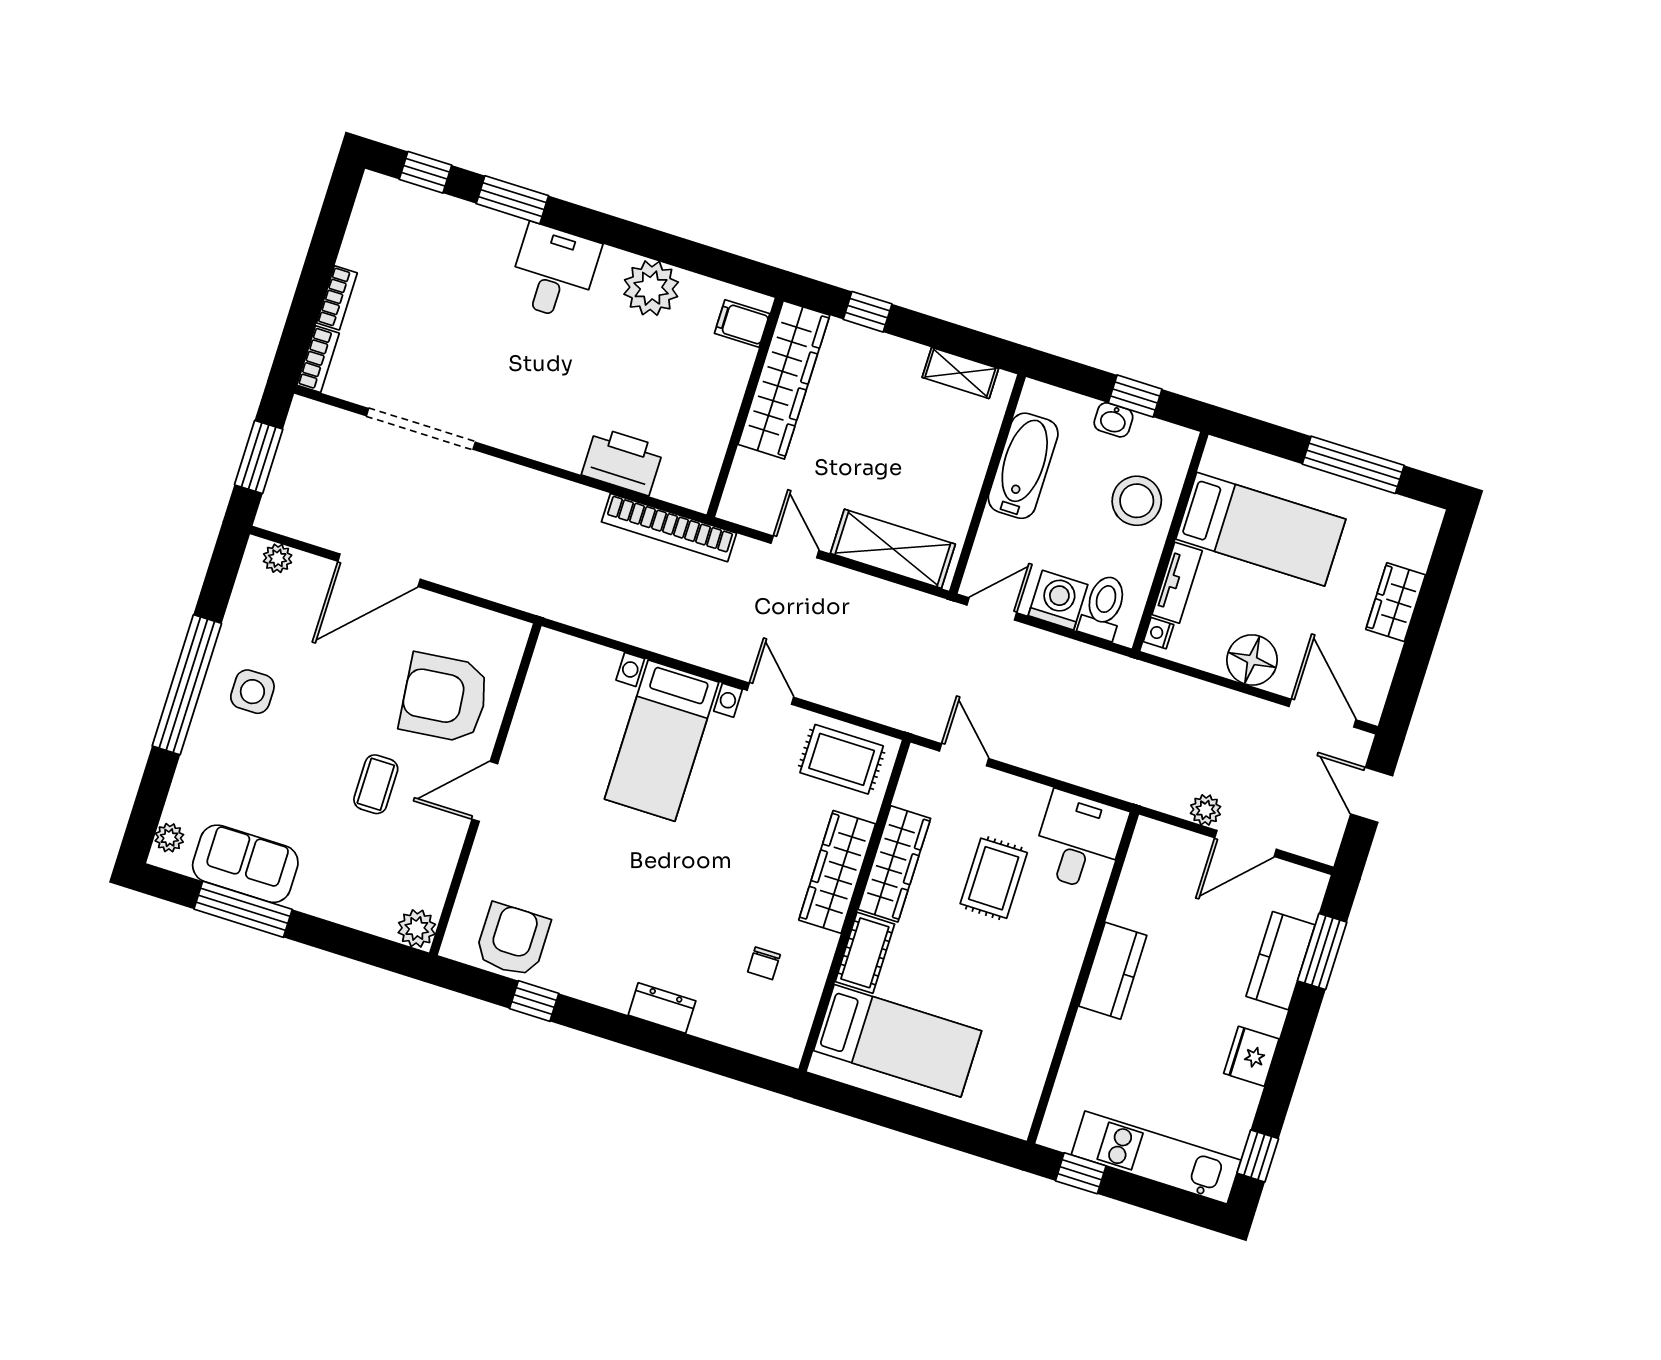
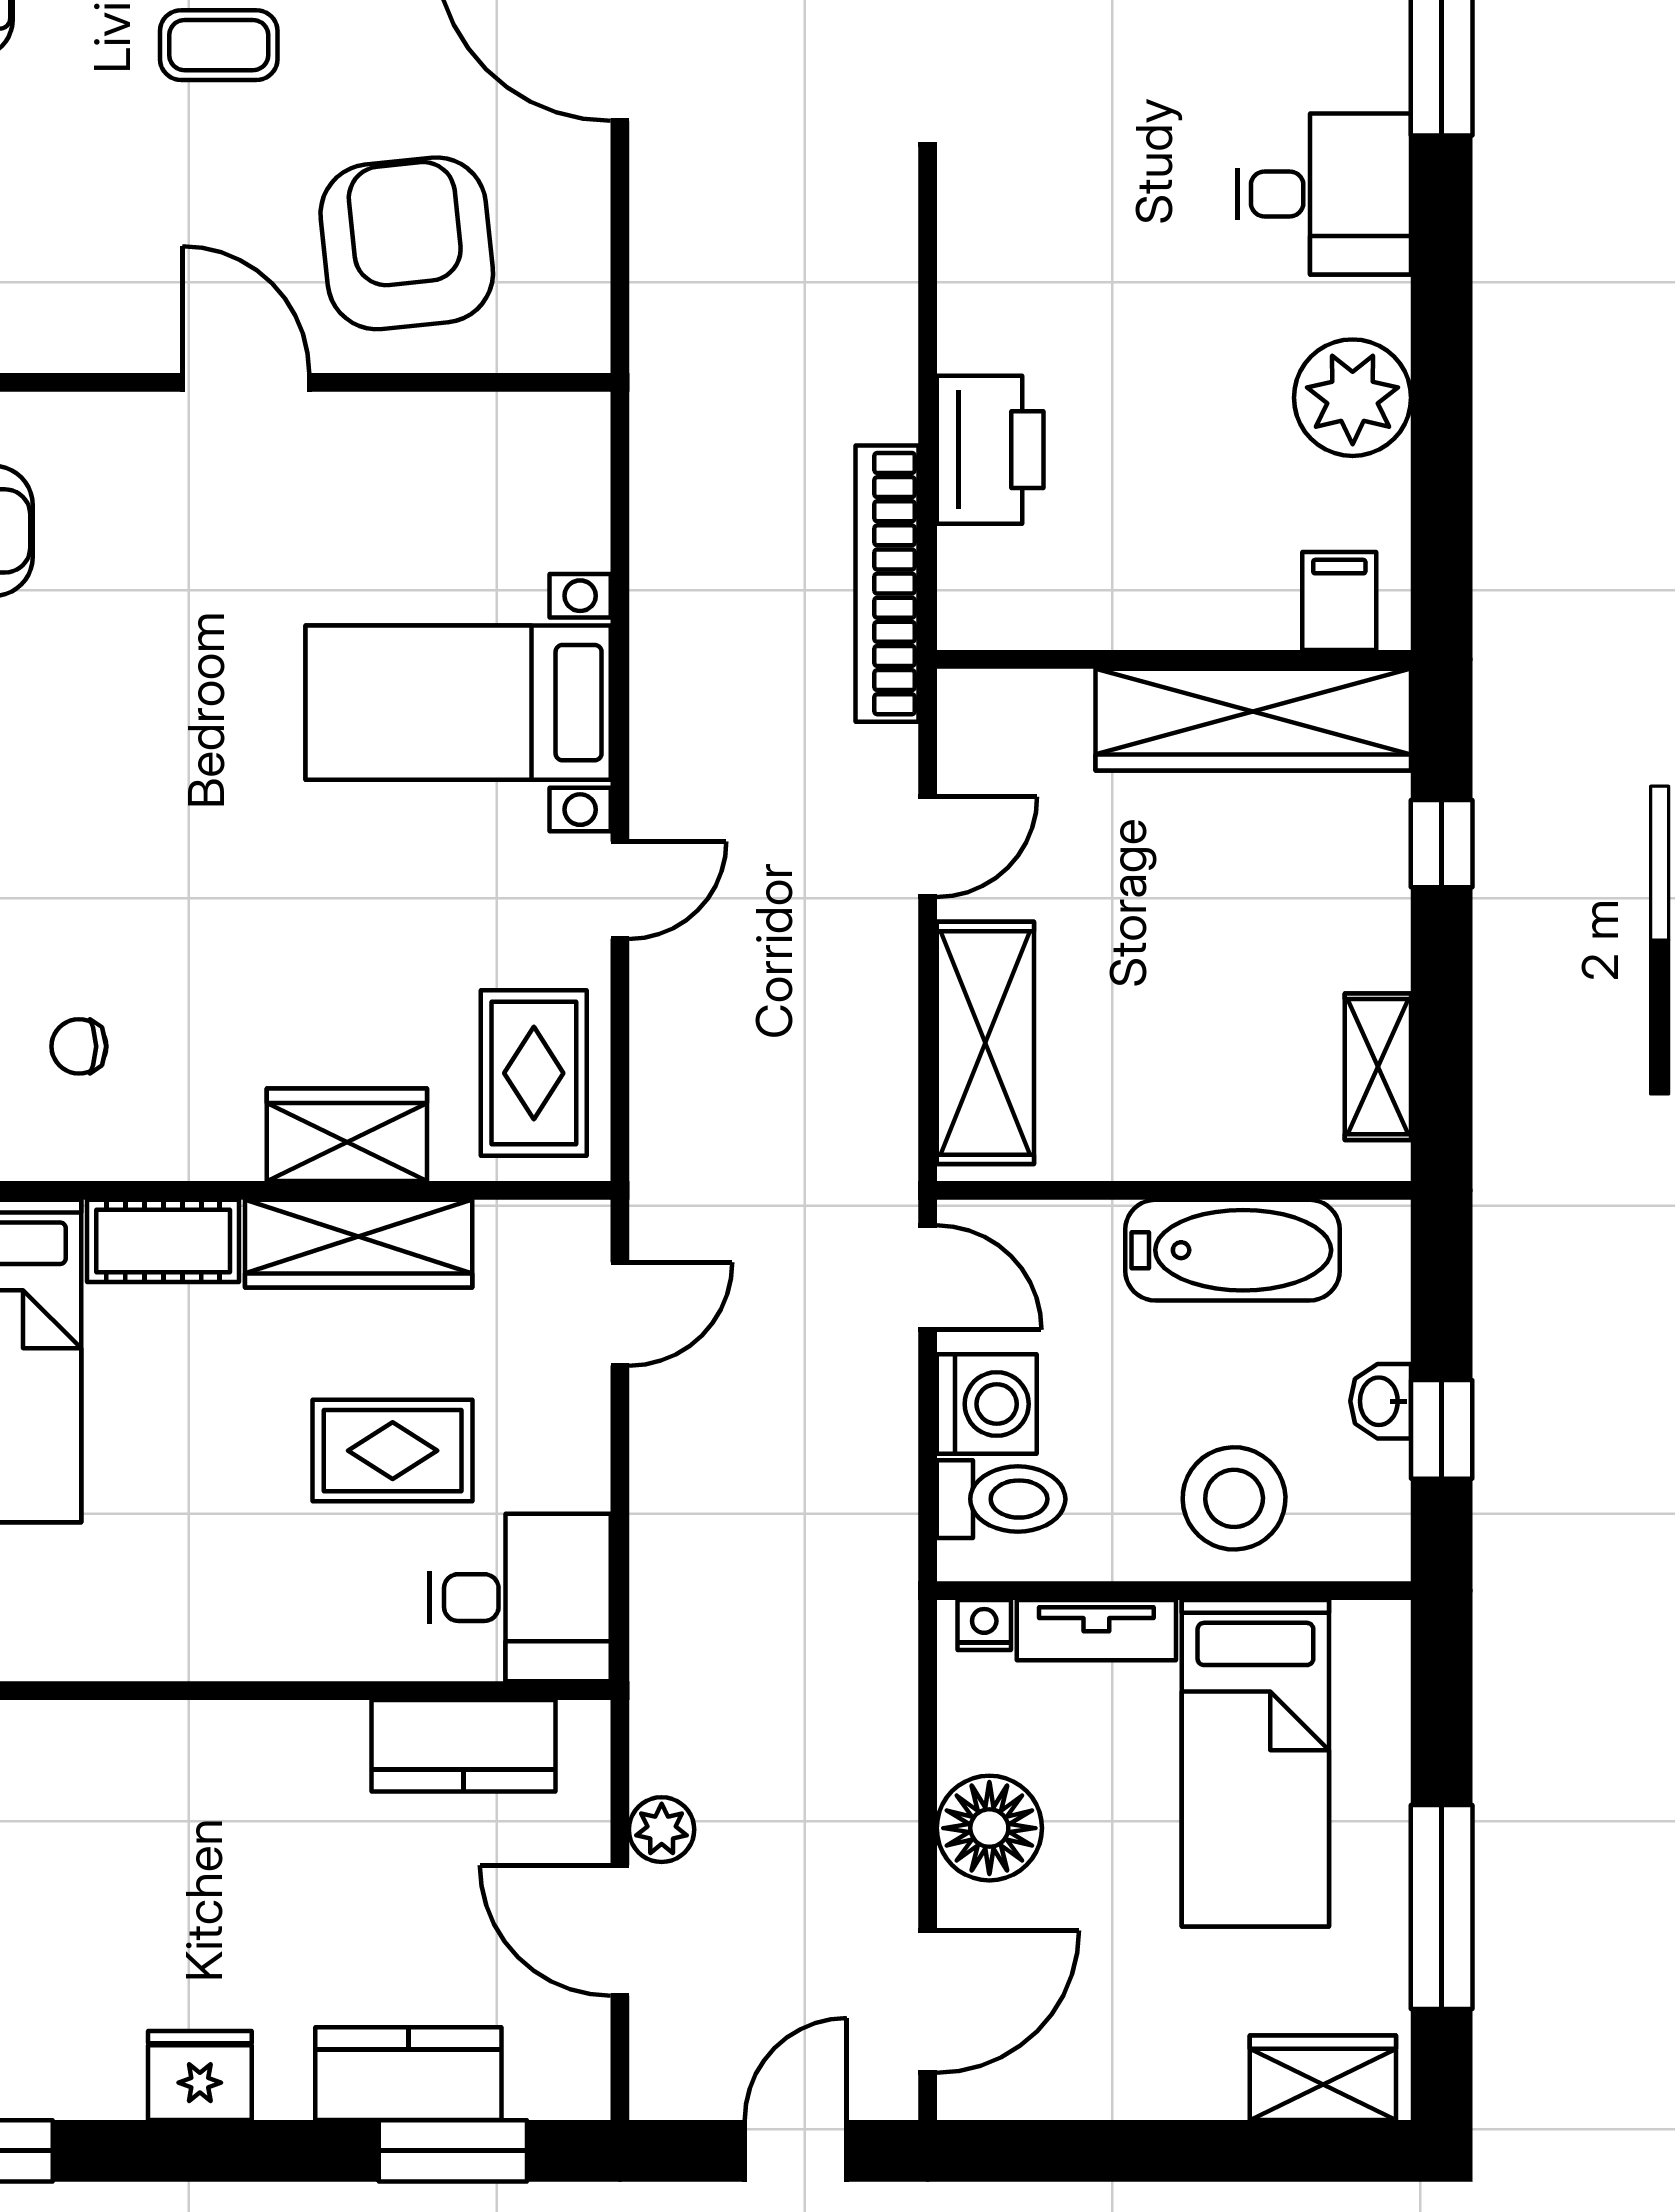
wardrobe: (1396, 602) -> (1323, 2078), moved
coffee table: (376, 784) -> (219, 45), moved
wardrobe: (837, 872) -> (347, 1135), width x0.67
kitchen counter: (1113, 971) -> (464, 1746), moved

